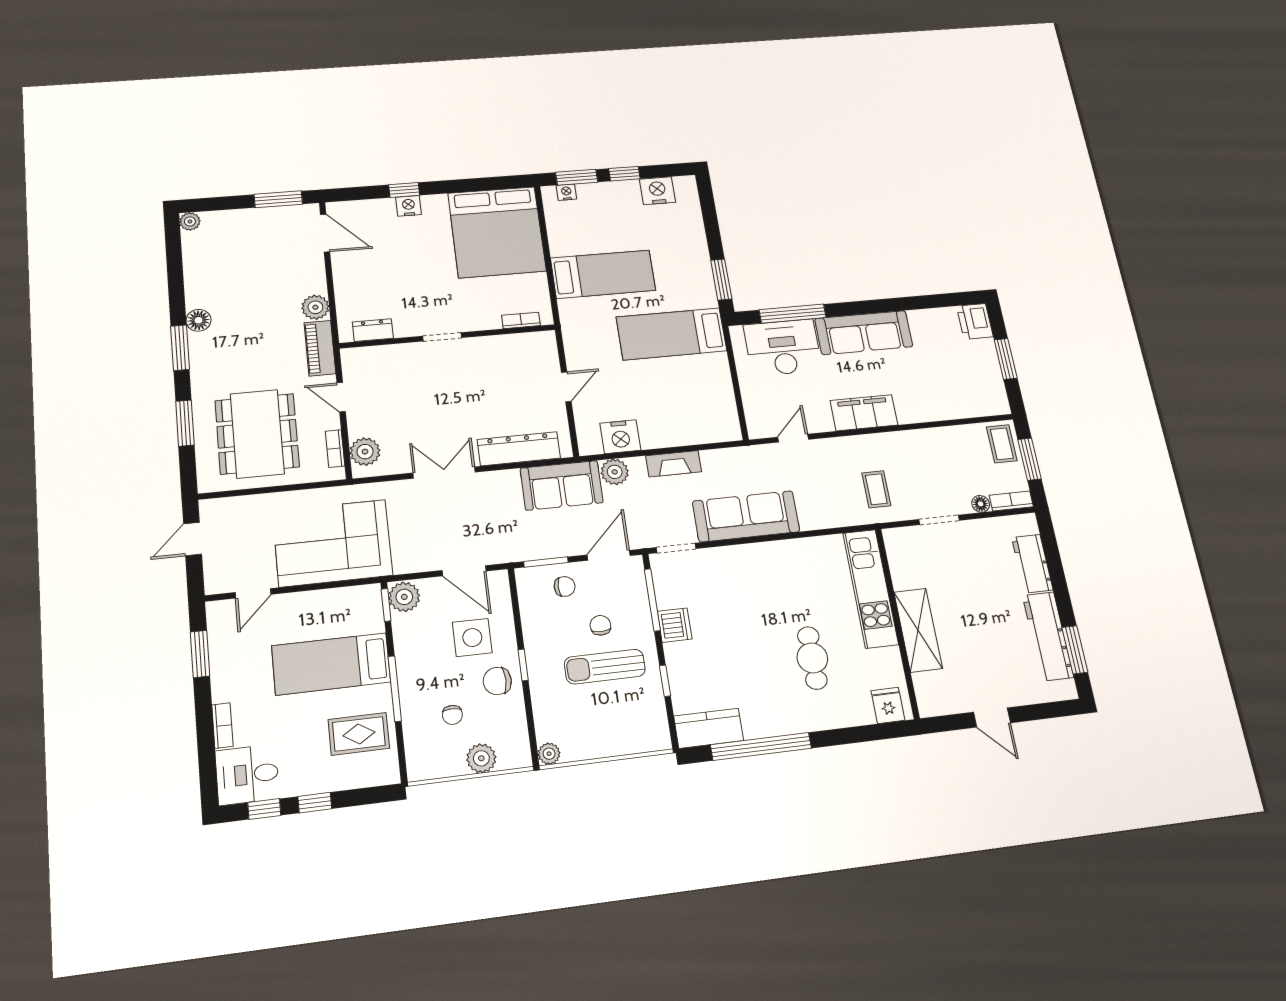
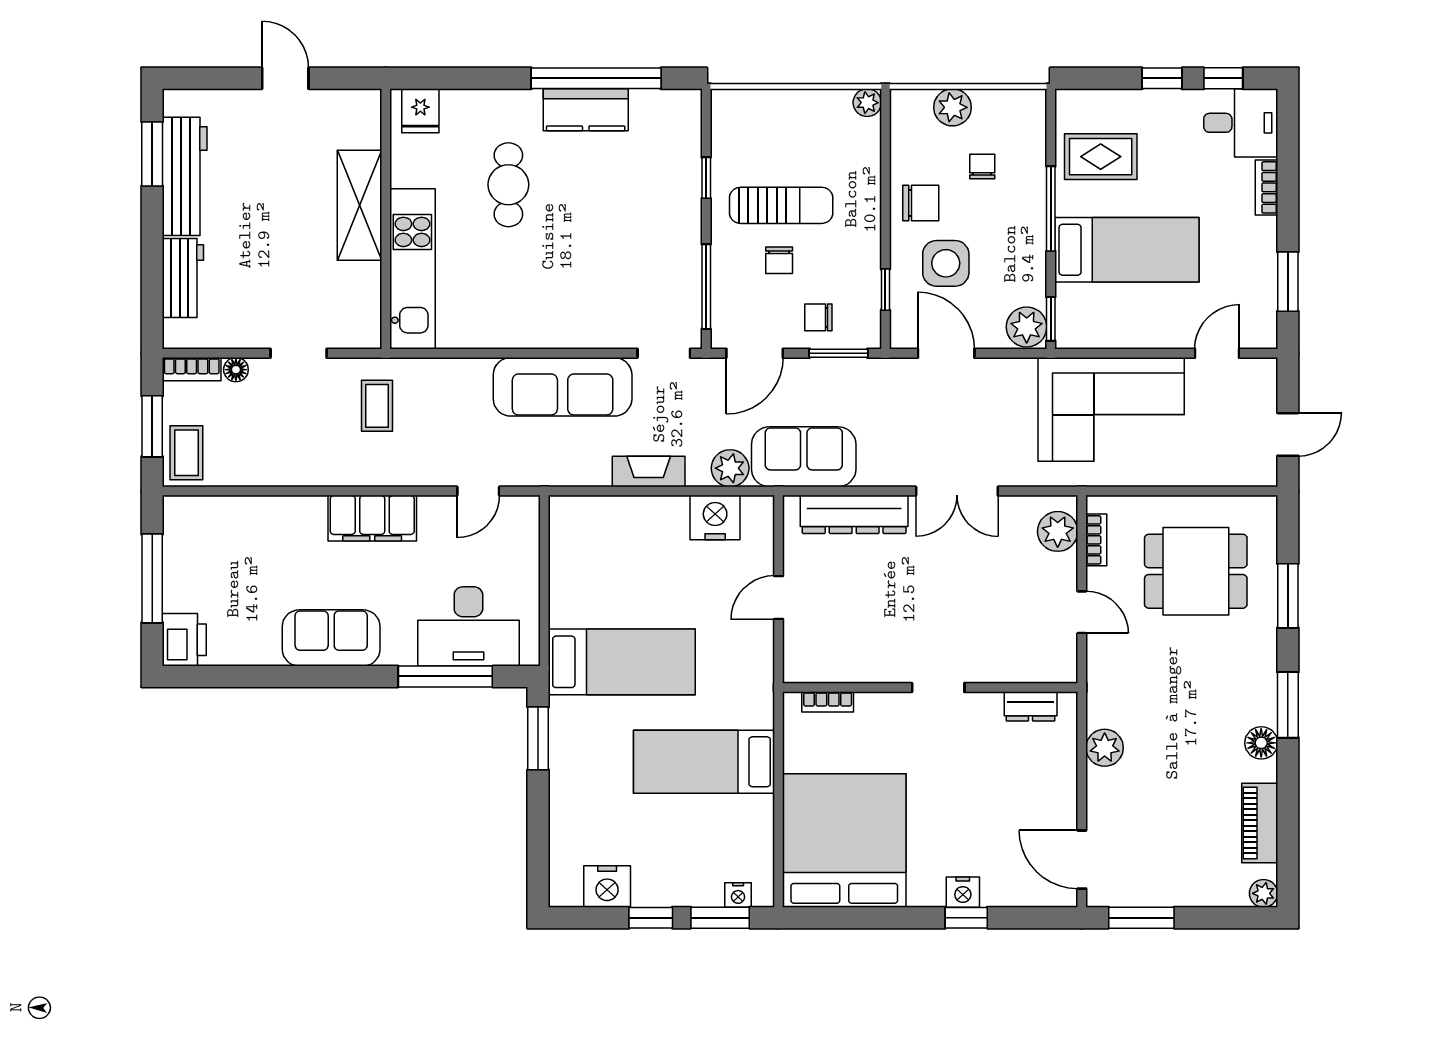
sofa: (864, 333) -> (331, 638), width x0.73
piano: (320, 348) -> (1260, 823), moved, turned 180
window: (1006, 359) -> (152, 578), width x1.44
dining table: (257, 434) -> (1196, 571), width x0.73
dishwasher: (675, 625) -> (682, 249), removed
window: (523, 665) -> (885, 290), moved
kitchen counter: (709, 728) -> (586, 110), moved

